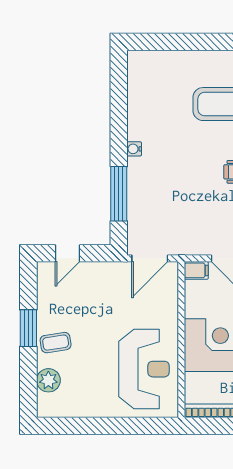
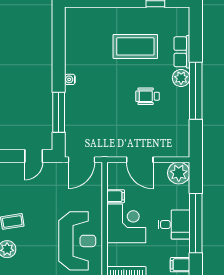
door: (67, 253) -> (34, 156), moved
filing cabinet: (196, 270) -> (116, 196), moved

